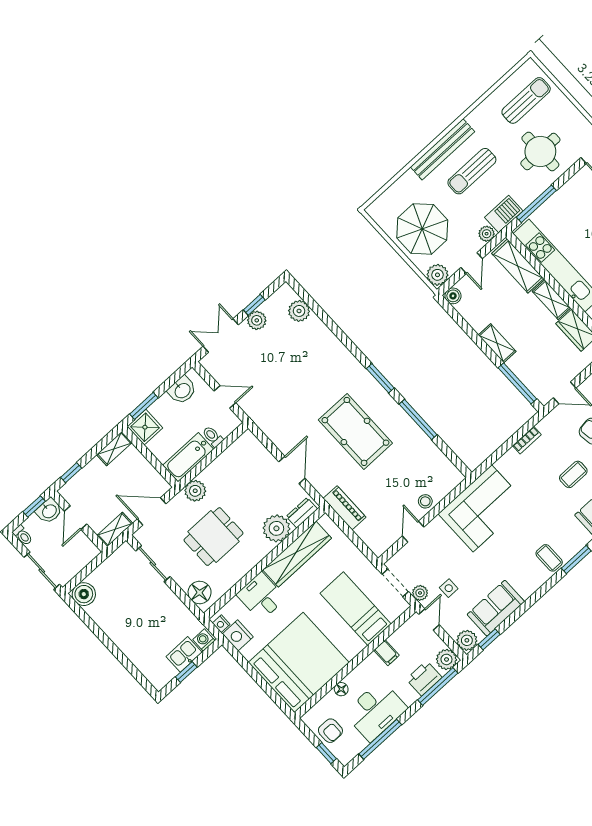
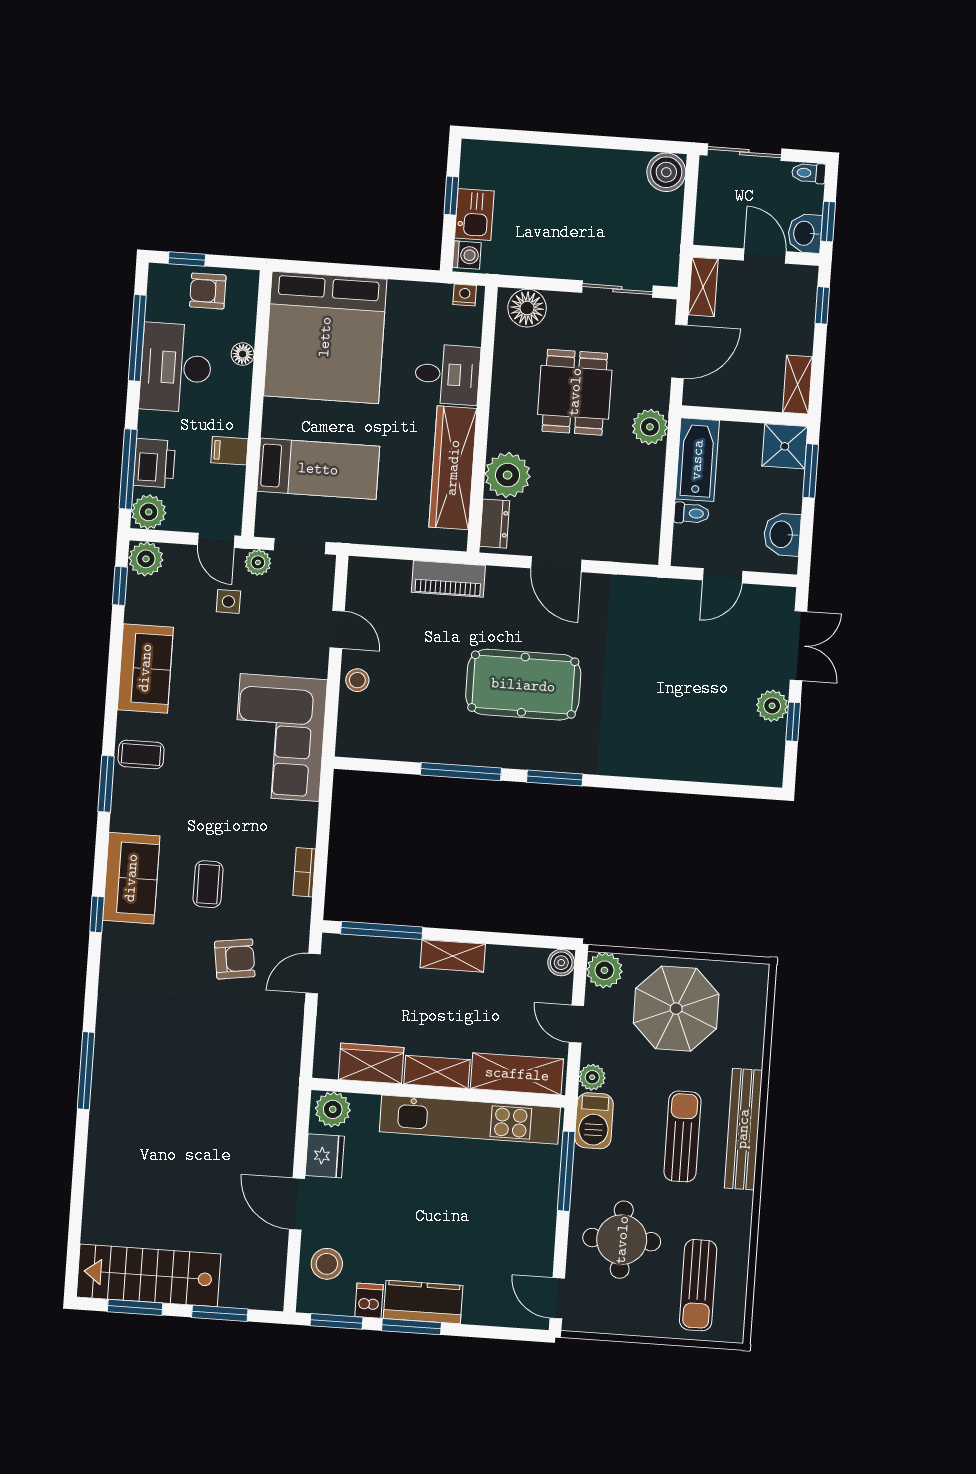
plant: (299, 311) -> (731, 766), removed
sofa: (496, 608) -> (145, 668), moved
nightstand: (238, 635) -> (431, 300), removed

